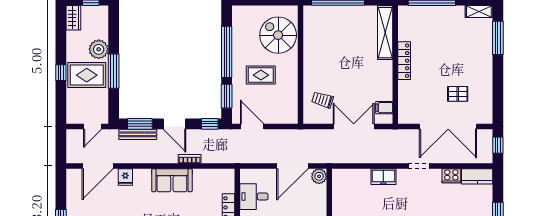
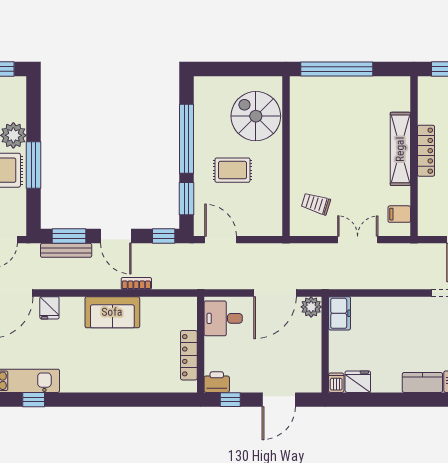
shelving: (385, 33) -> (400, 149), moved
double door: (354, 126) -> (358, 240), width x0.73
freezer: (383, 177) -> (340, 313), moved, turned -90
desk: (254, 197) -> (223, 318), moved

